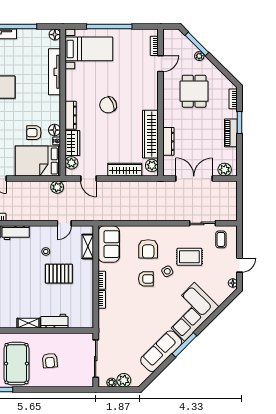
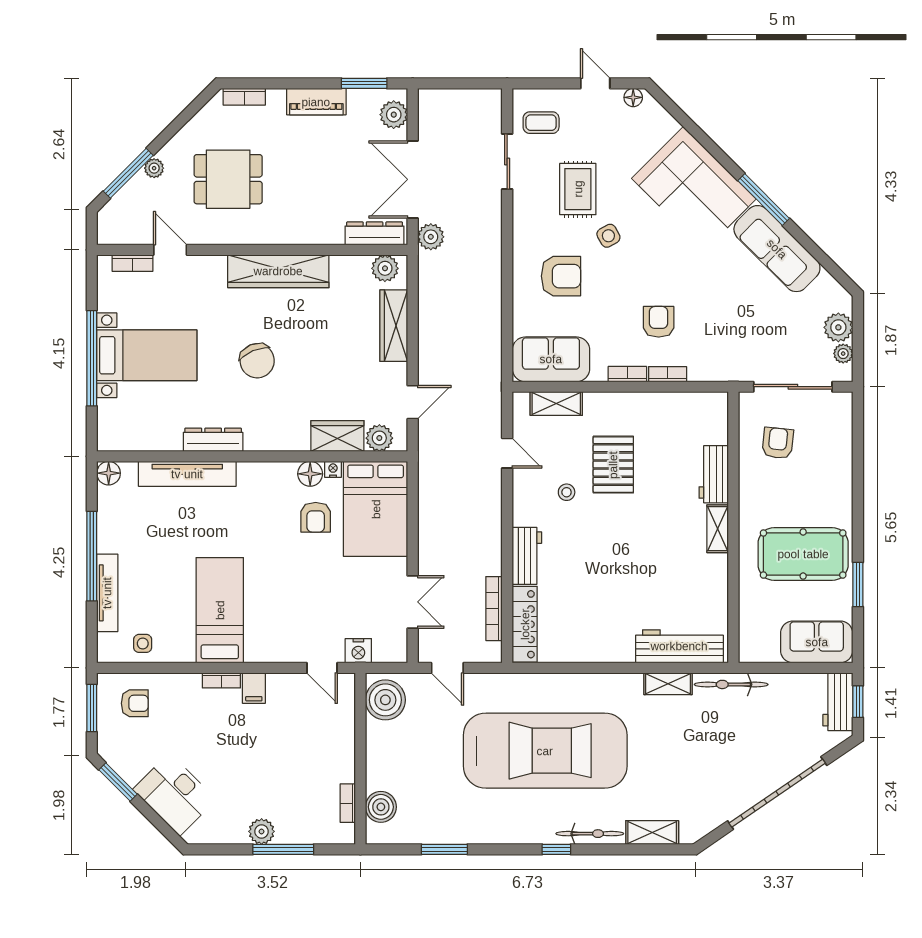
bed with nightstands: (89, 49) -> (147, 355), moved, turned 90
dresser: (71, 115) -> (213, 440), moved
window: (239, 122) -> (364, 83), moved
wardrobe: (150, 134) -> (278, 271), moved
dresser: (168, 141) -> (375, 233), moved
plant: (57, 187) -> (431, 237), moved
armchair: (146, 279) -> (659, 322), moved
armchair: (50, 360) -> (778, 443), moved, turned -79

